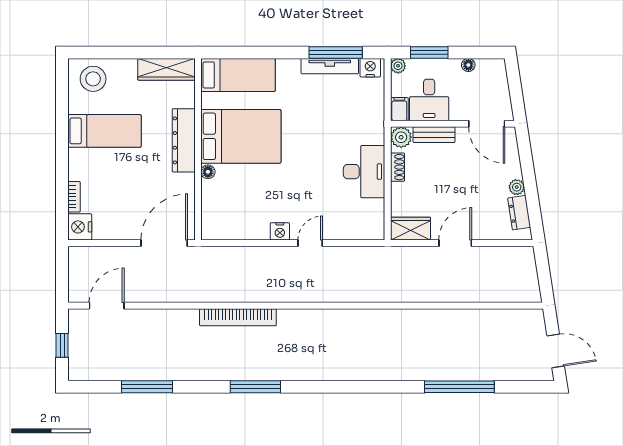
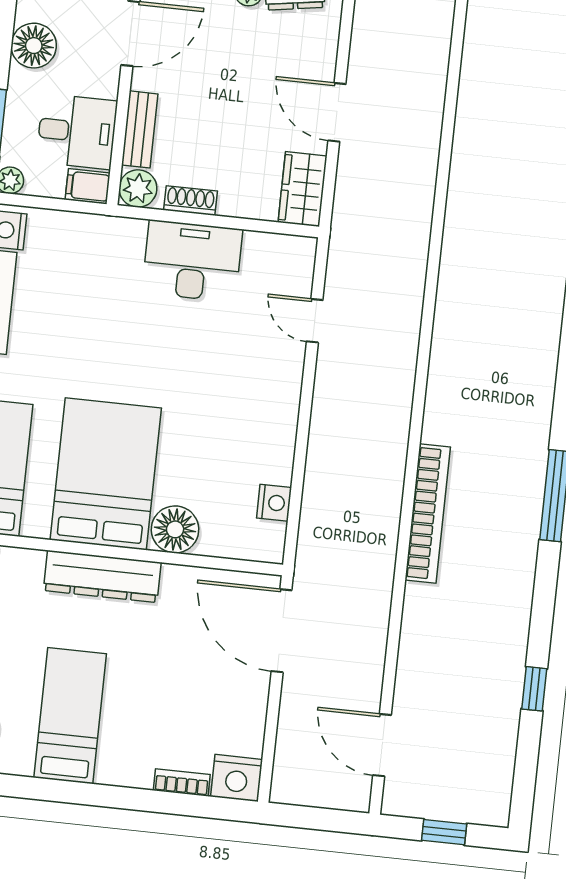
floor lamp: (468, 65) -> (34, 46), width x1.89, depth x1.89
floor lamp: (208, 172) -> (175, 529), width x1.89, depth x1.89
nightstand: (280, 231) -> (274, 503), moved
door: (310, 243) -> (315, 321), moved
window: (147, 387) -> (534, 689), width x0.46

